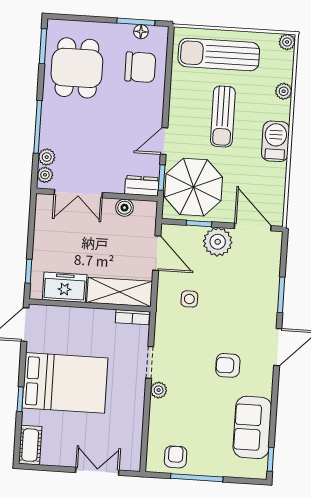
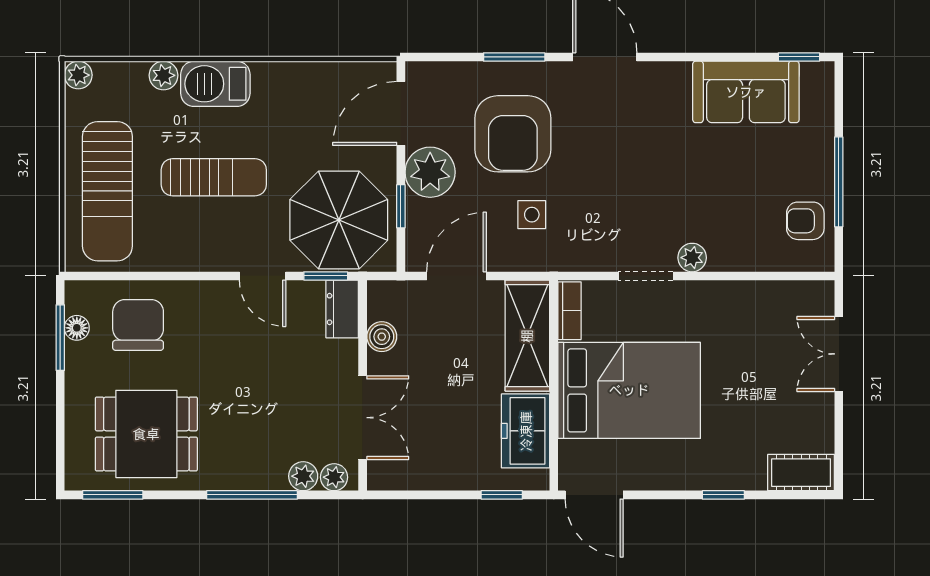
barbecue: (276, 141) -> (215, 84), moved
armchair: (228, 365) -> (513, 134), moved, width x1.88, depth x1.88
bed: (65, 383) -> (629, 390), moved, turned 90

